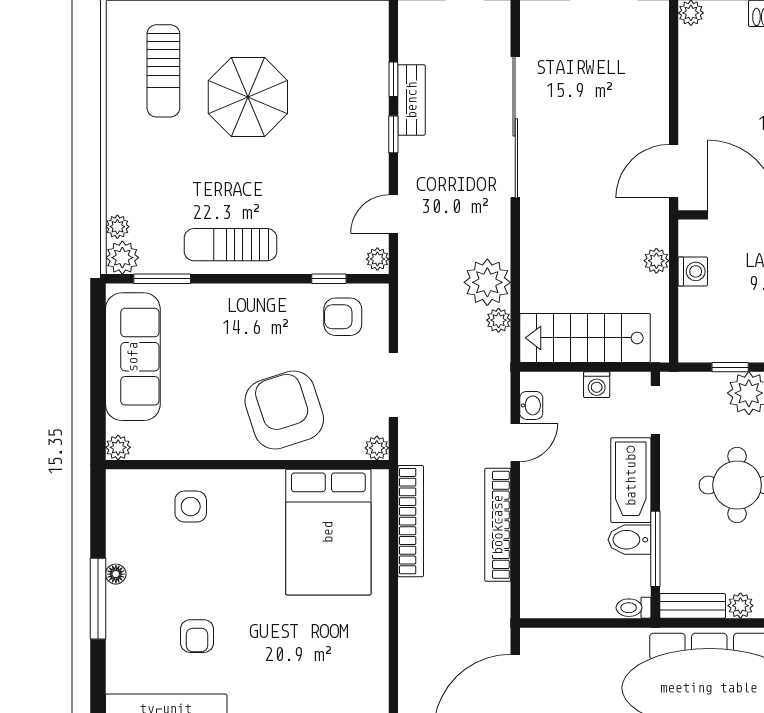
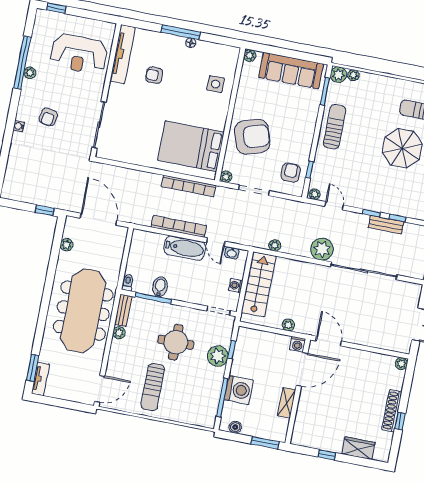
washing machine: (693, 271) -> (298, 344), moved
plant: (487, 282) -> (322, 249), moved
bathtub: (631, 480) -> (185, 248), moved, turned 180

